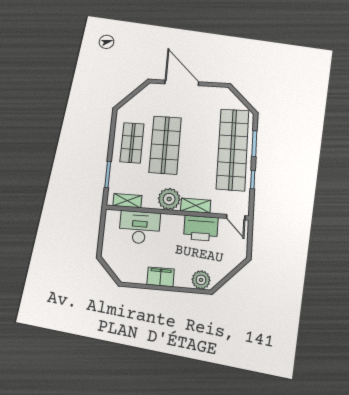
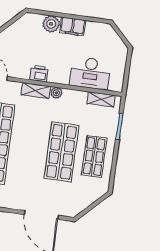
plant: (169, 199) -> (56, 93), width x0.53, depth x0.53
printer: (201, 228) -> (39, 73), width x0.53, depth x0.68
plant: (201, 280) -> (51, 24), moved

